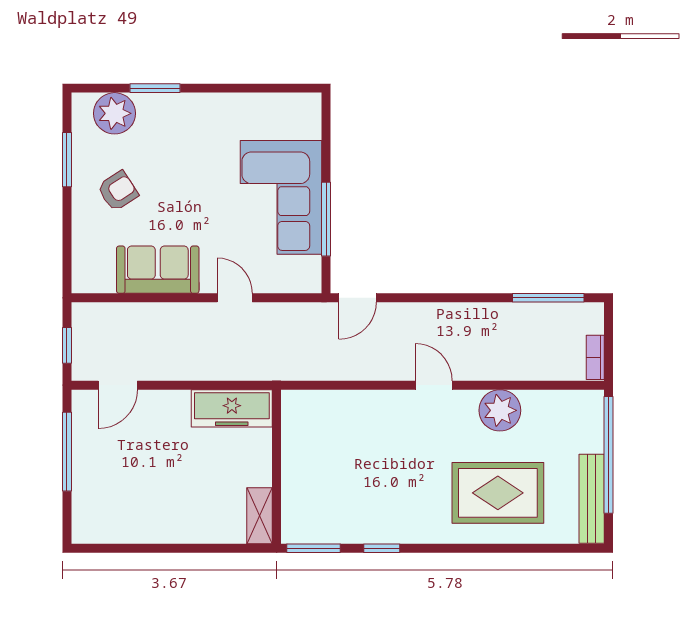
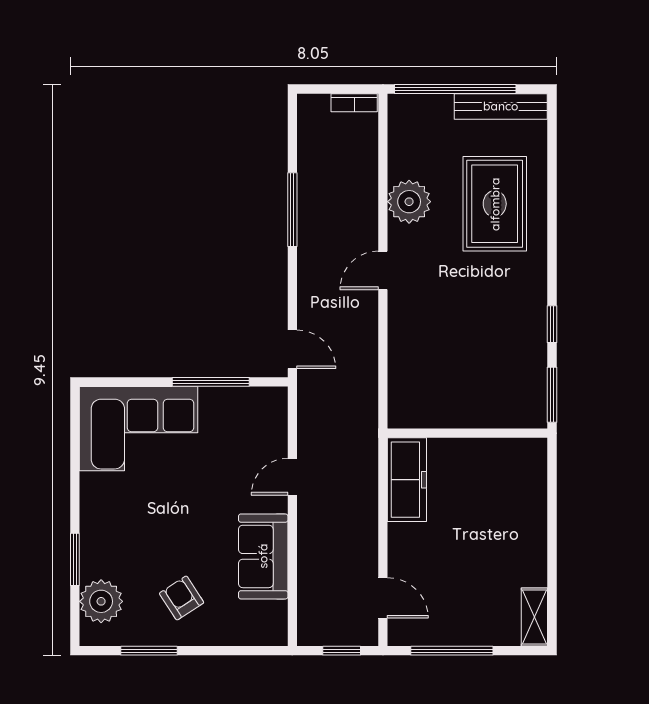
corner sofa: (281, 197) -> (139, 429), moved
window: (548, 298) -> (292, 210), moved
shelving: (260, 516) -> (534, 617), moved, turned 90

